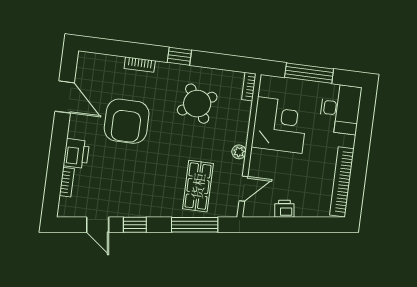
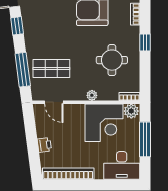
plant: (269, 86) -> (131, 111), added
round table: (197, 104) -> (112, 60), turned 31
plant: (239, 152) -> (92, 95), moved
printer: (284, 209) -> (44, 145), moved

